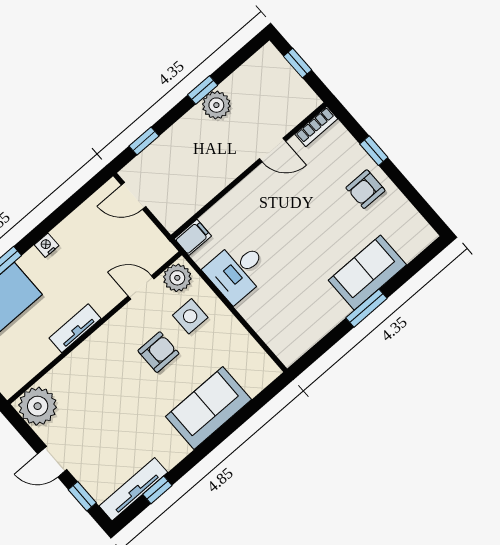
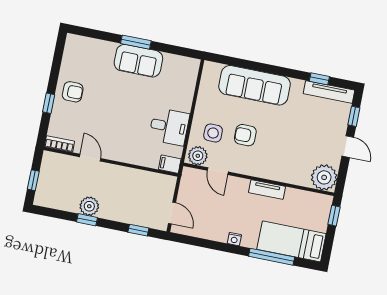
sofa: (367, 273) -> (138, 61), moved
sofa: (208, 408) -> (255, 85), width x1.36

